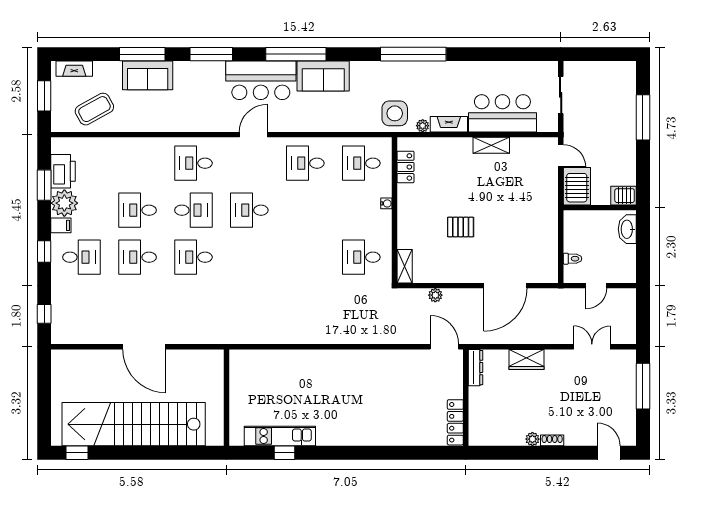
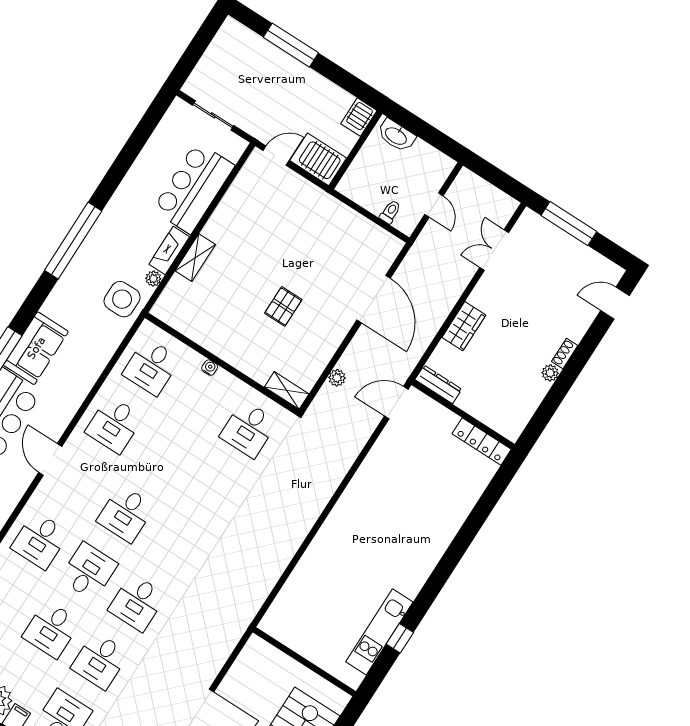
shelving: (491, 145) -> (195, 258), moved
locker: (405, 167) -> (185, 324), removed

